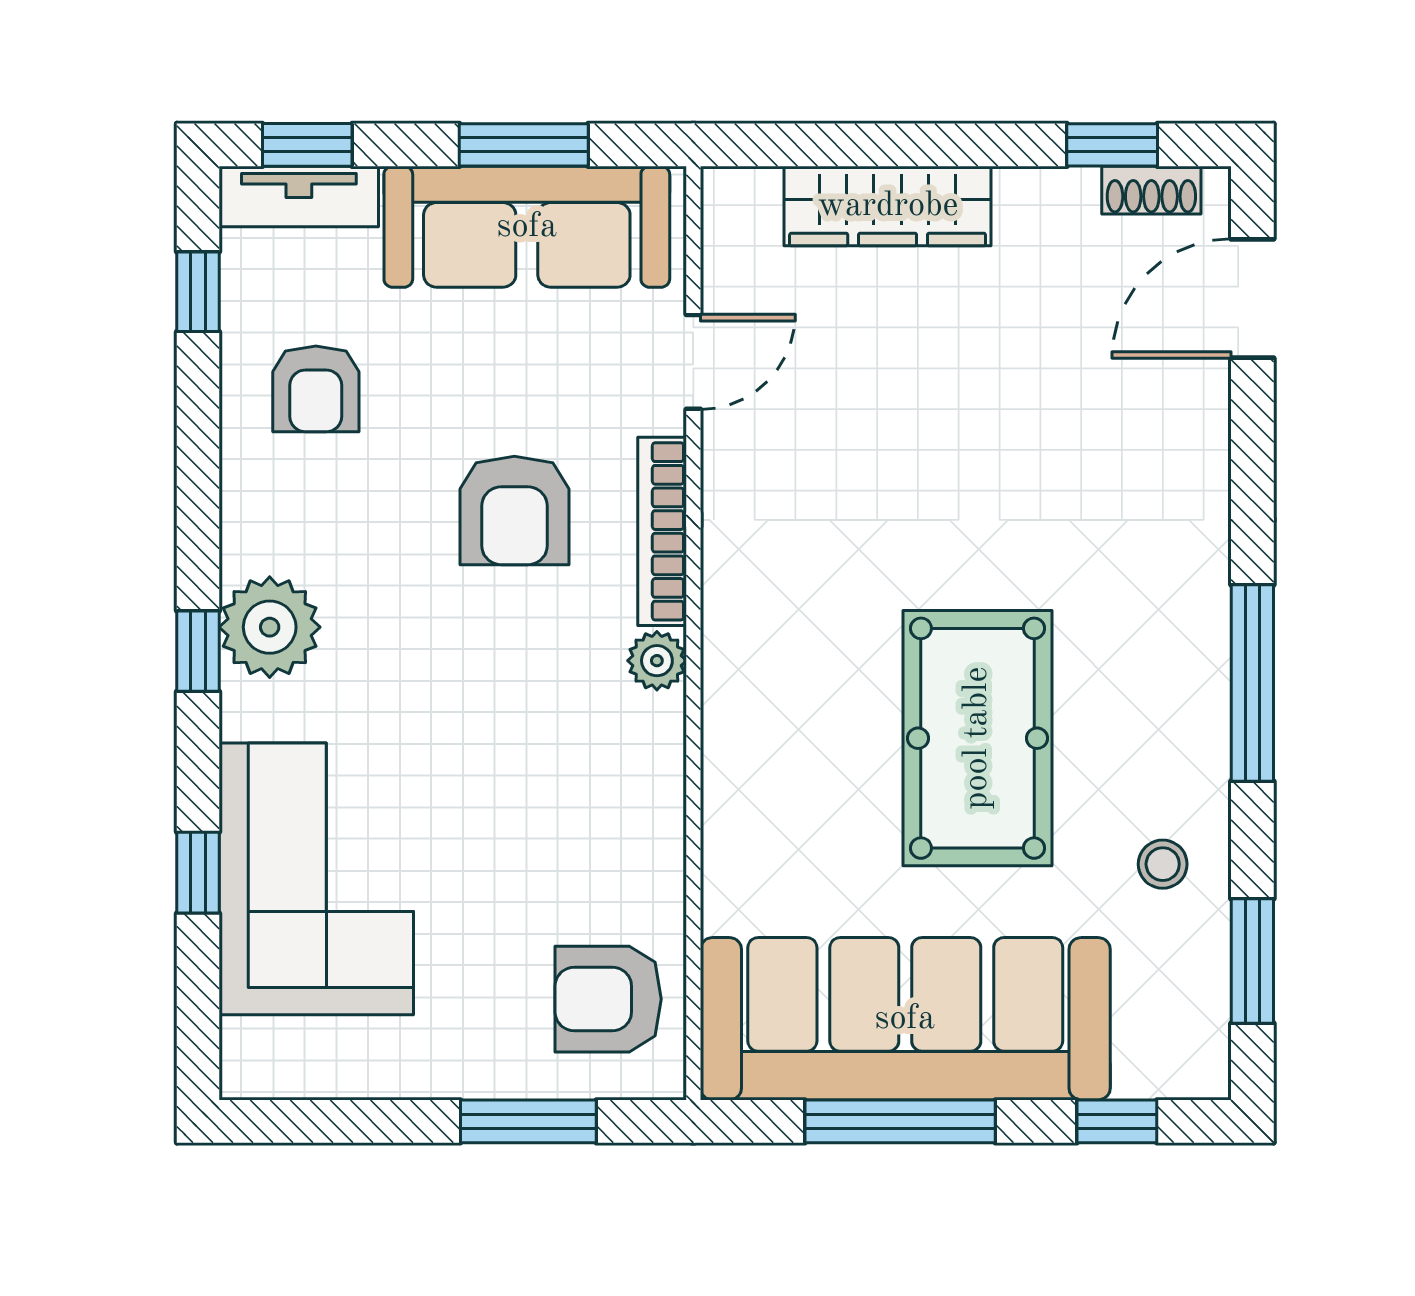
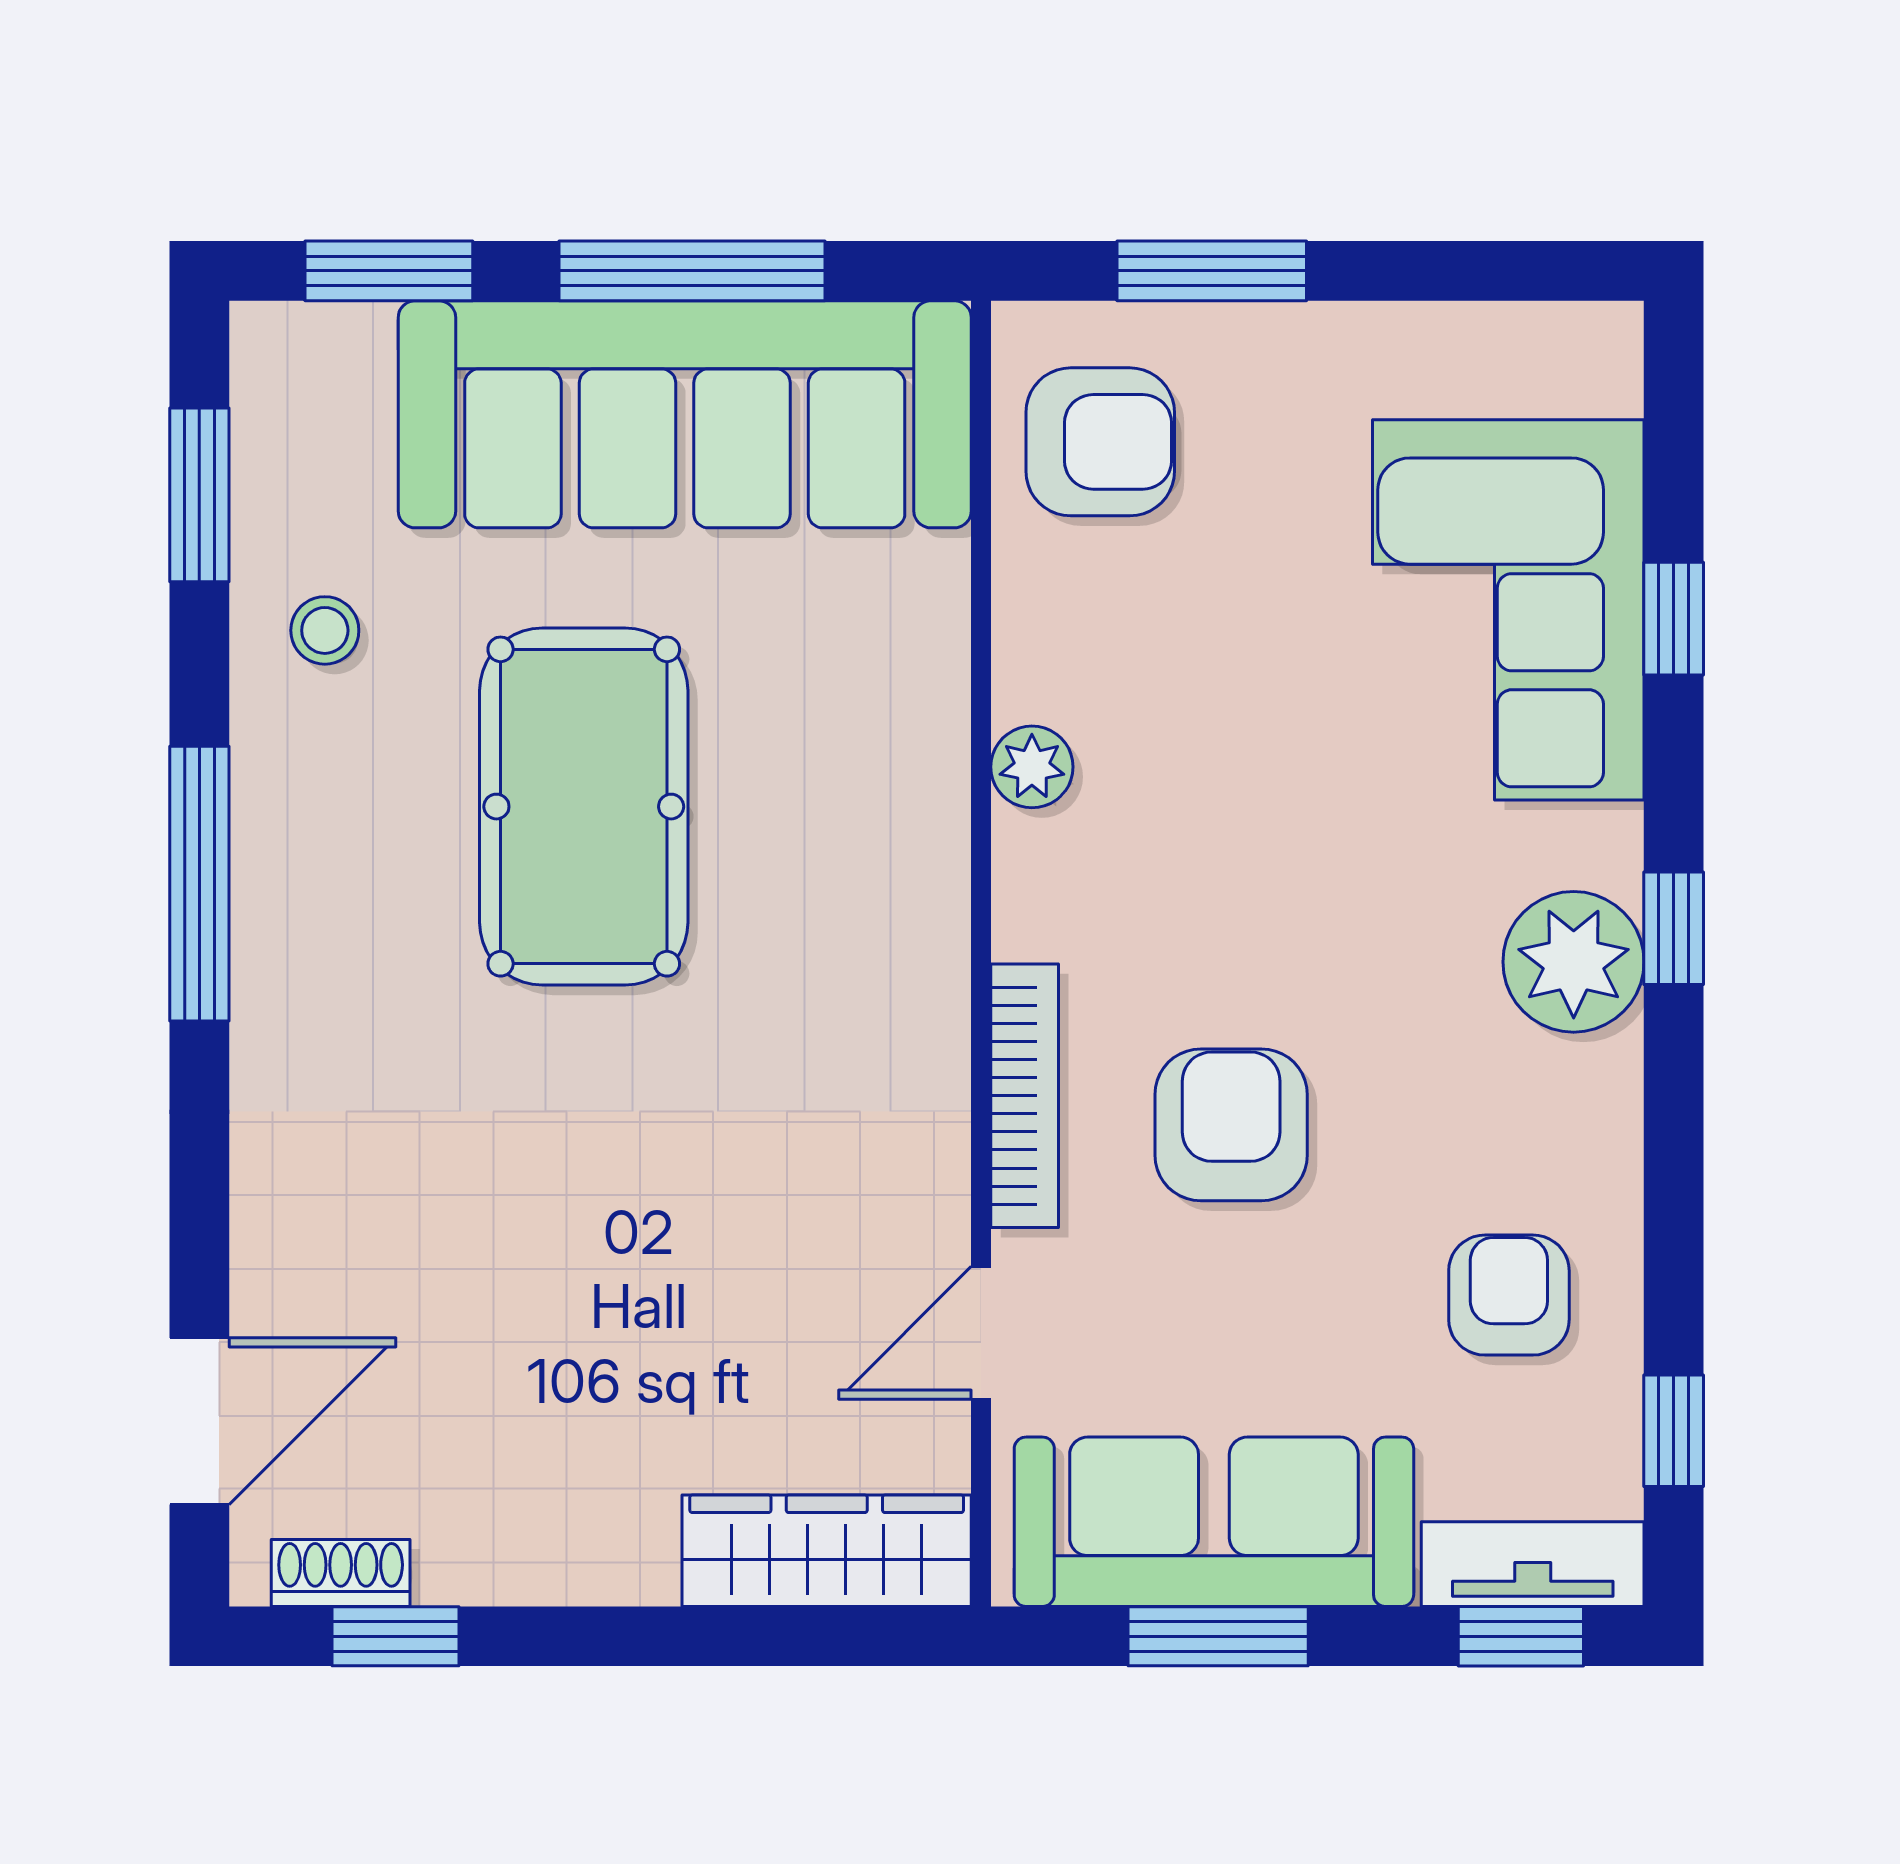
wardrobe: (888, 206) -> (827, 1551), moved
plant: (657, 661) -> (1032, 767), moved
window: (1117, 1121) -> (389, 271), width x1.50

